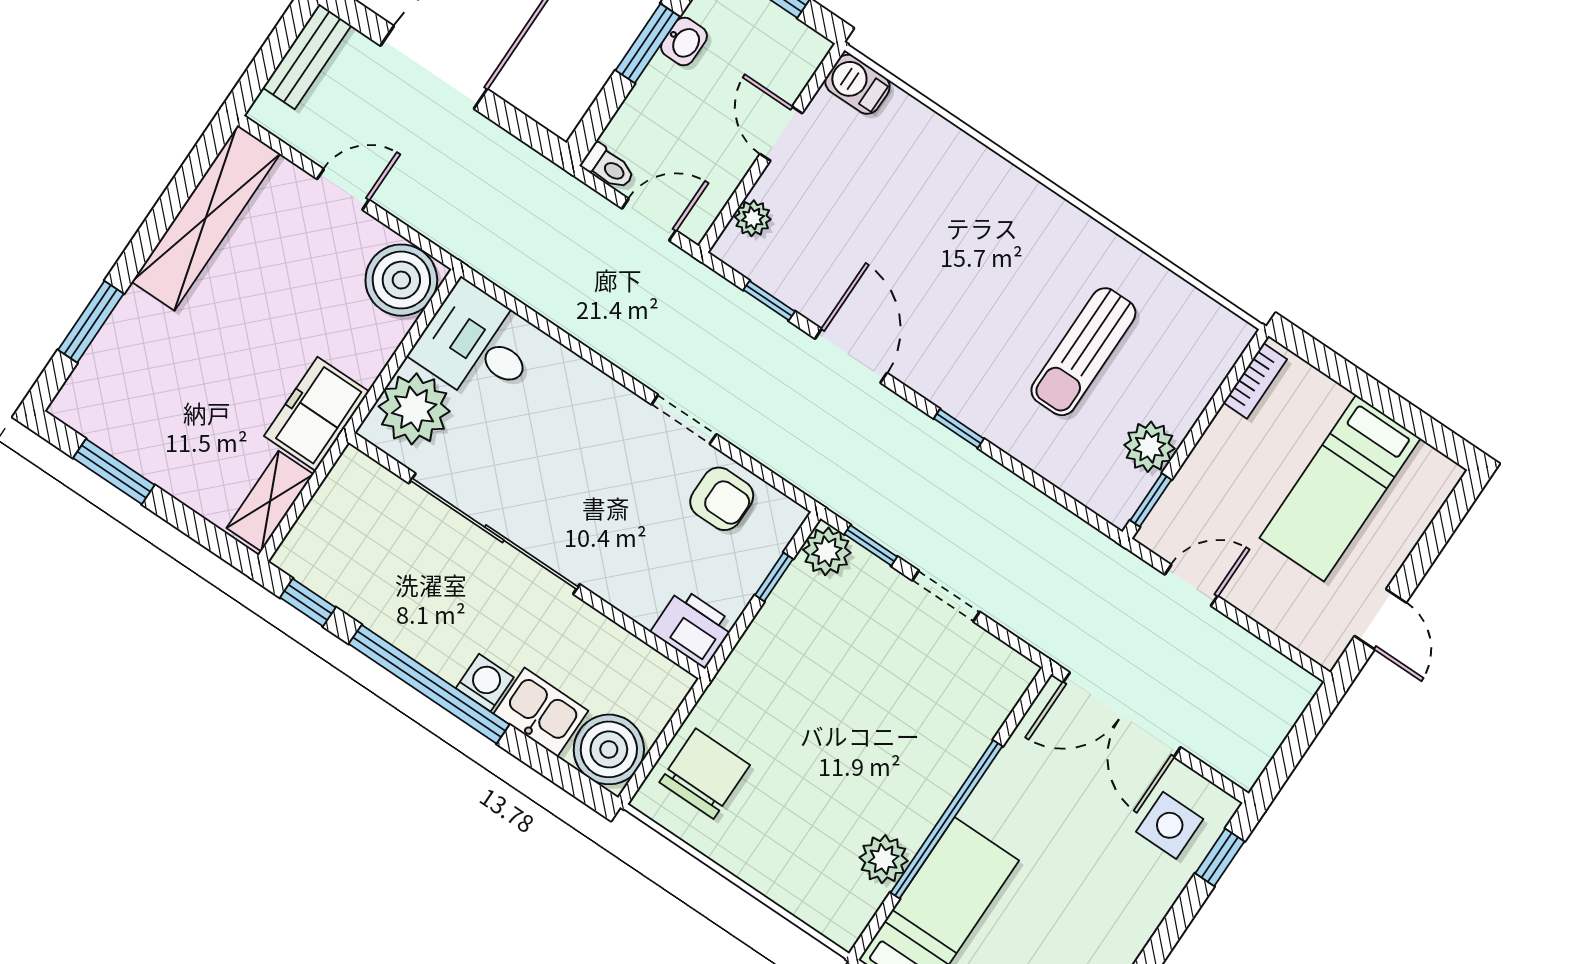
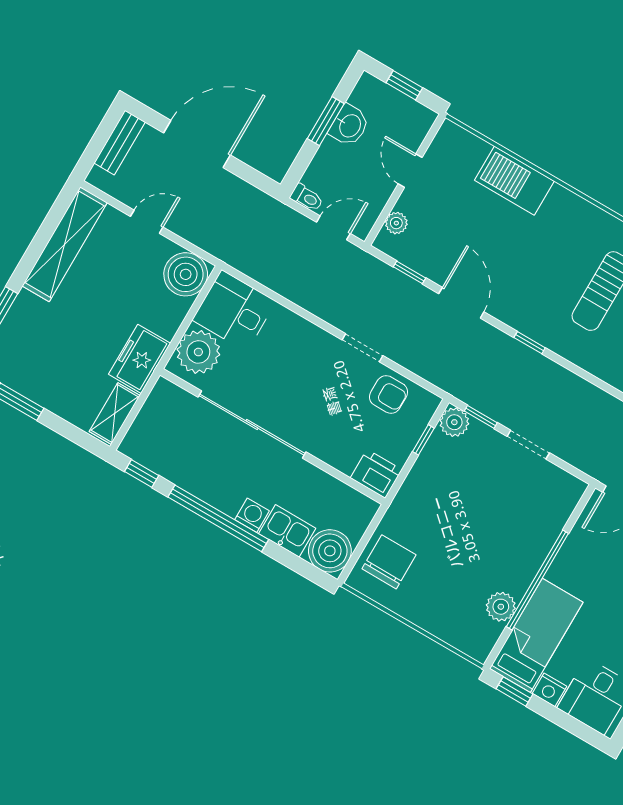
washbasin: (684, 41) -> (349, 125), width x1.38, depth x1.45
barbecue: (857, 84) -> (514, 181), moved, width x1.88, depth x1.53

